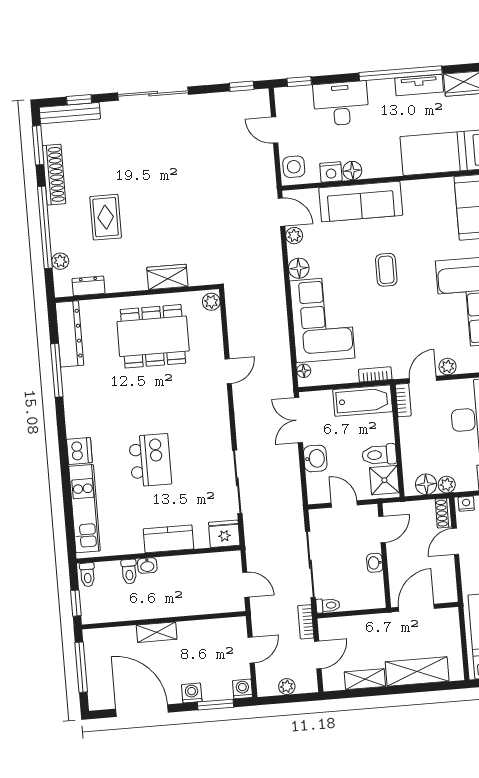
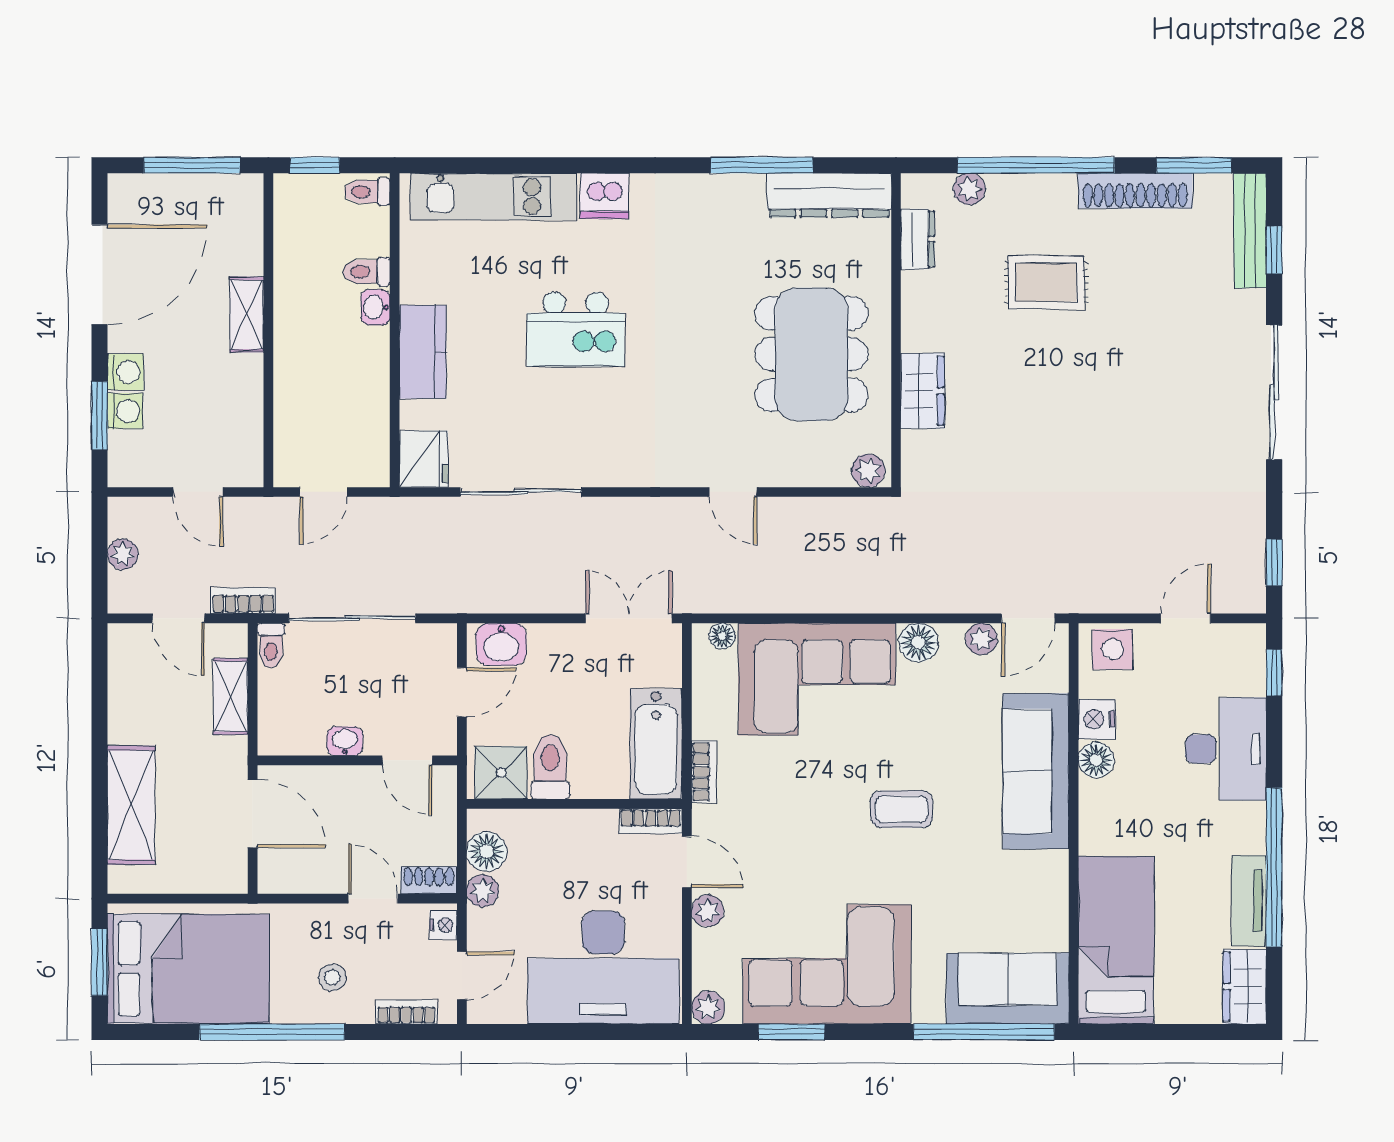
washbasin: (315, 458) -> (501, 644), moved
shelving: (365, 679) -> (231, 696), moved
washing machine: (243, 689) -> (125, 411), moved

